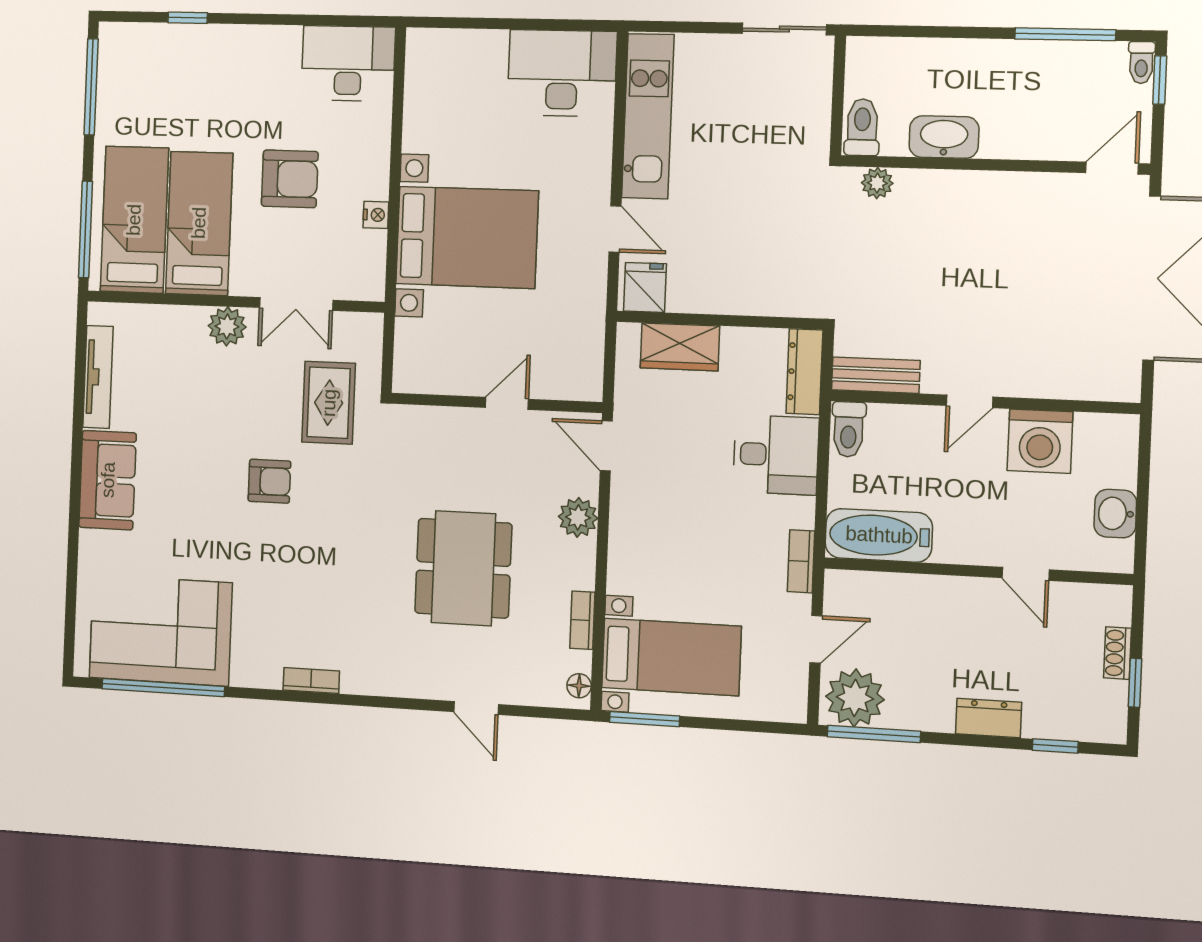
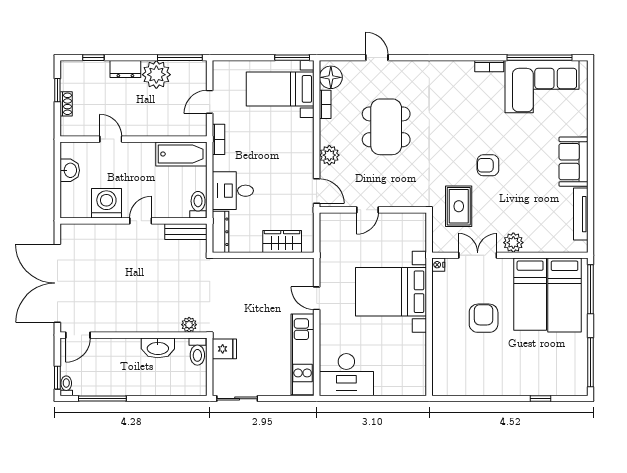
desk: (348, 63) -> (456, 377), removed
armchair: (290, 179) -> (484, 318), turned 90
nightstand: (376, 215) -> (438, 265), moved
fridge: (645, 287) -> (224, 349), moved, turned -90
bookcase: (311, 680) -> (489, 66), moved
floor lamp: (579, 686) -> (331, 77), width x1.89, depth x1.89
plant: (855, 698) -> (156, 75), moved

